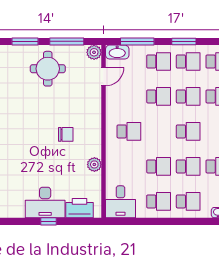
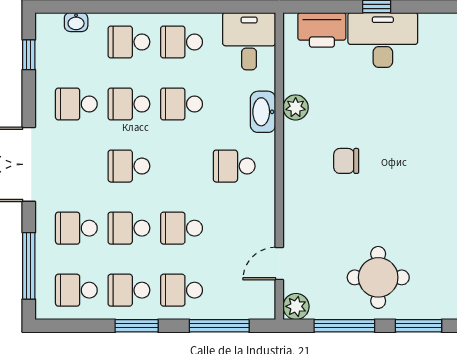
washbasin: (117, 52) -> (263, 112), moved, turned -90

